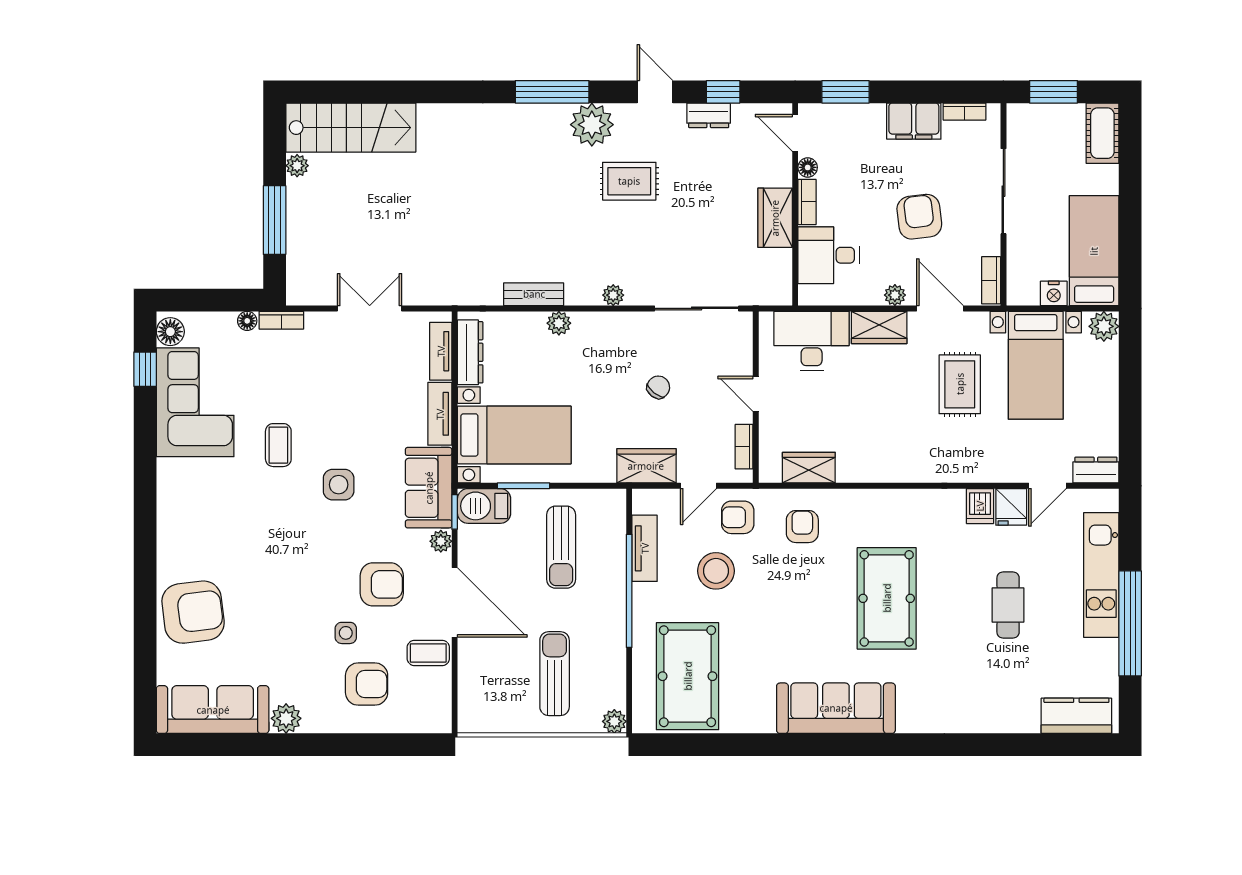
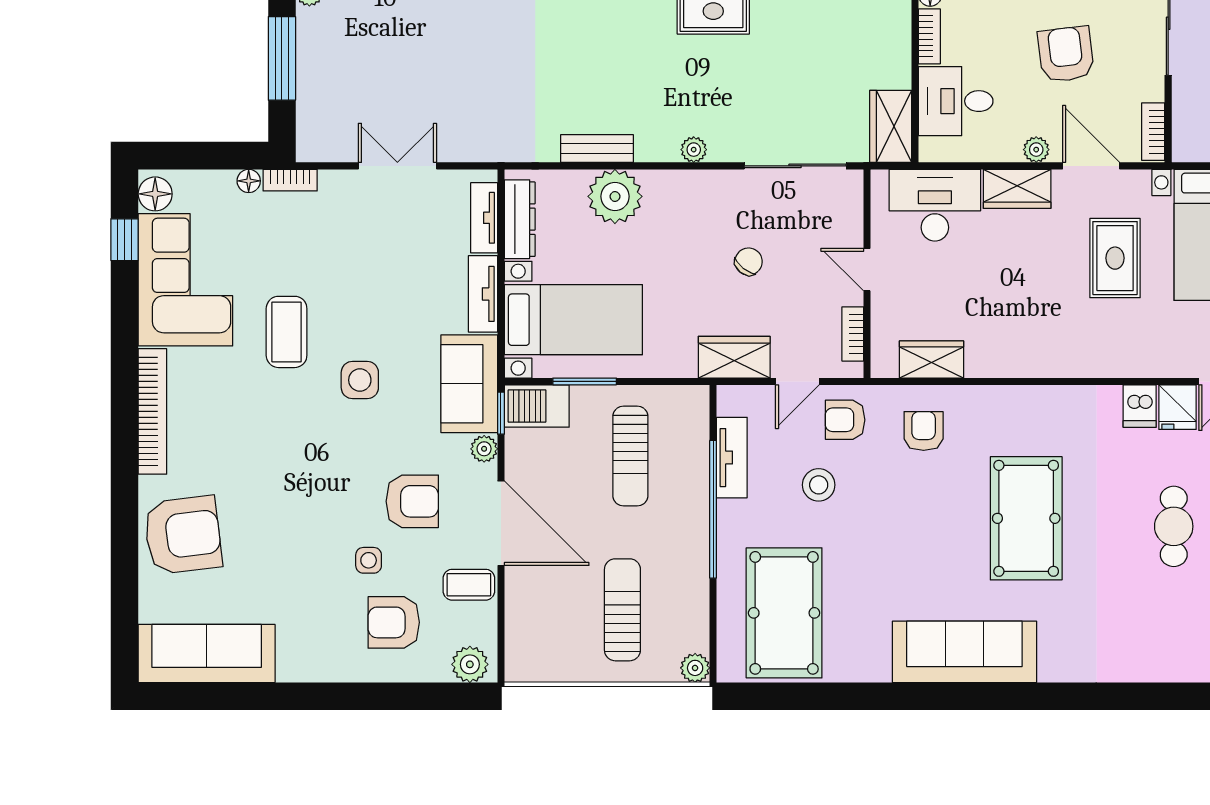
wardrobe: (775, 218) -> (891, 126), moved
plant: (559, 323) -> (615, 196), width x1.88, depth x1.88
coffee table: (278, 445) -> (287, 332), width x1.36, depth x1.30
bookcase: (168, 510) -> (152, 411), added
stool: (716, 571) -> (819, 485), width x0.73, depth x0.73
armchair: (367, 684) -> (394, 622), turned 180
plant: (286, 718) -> (470, 664), moved

